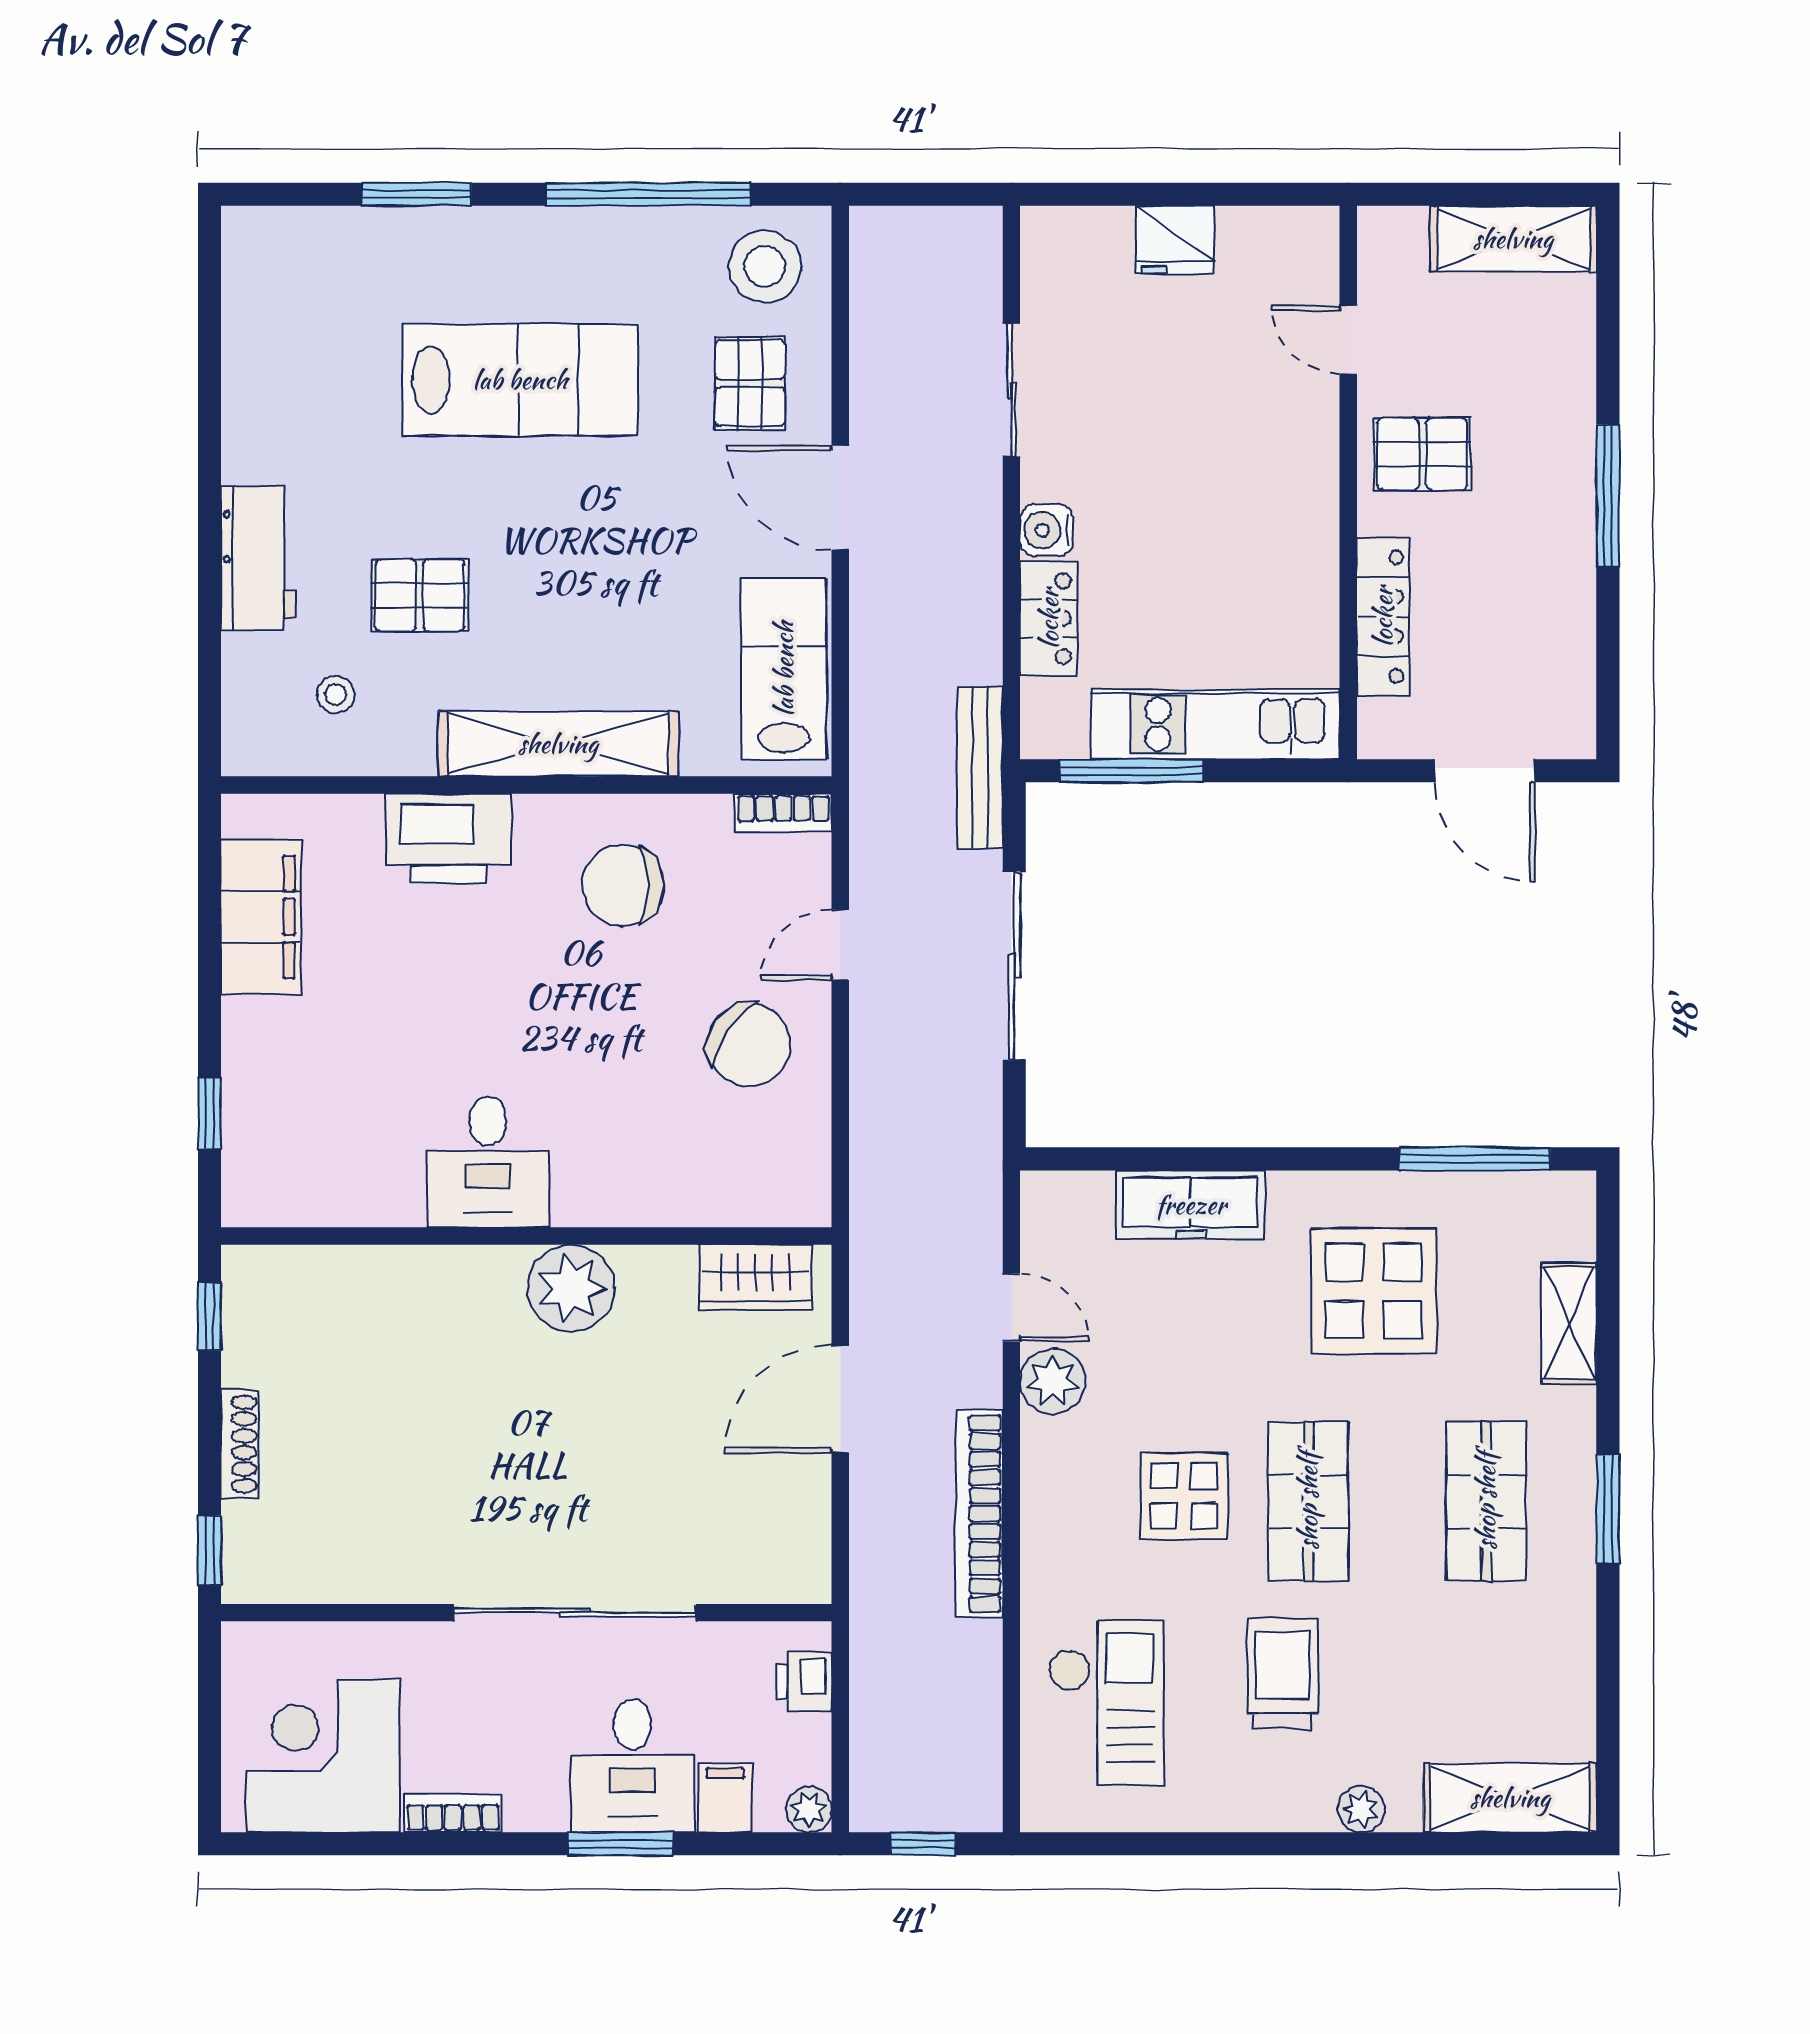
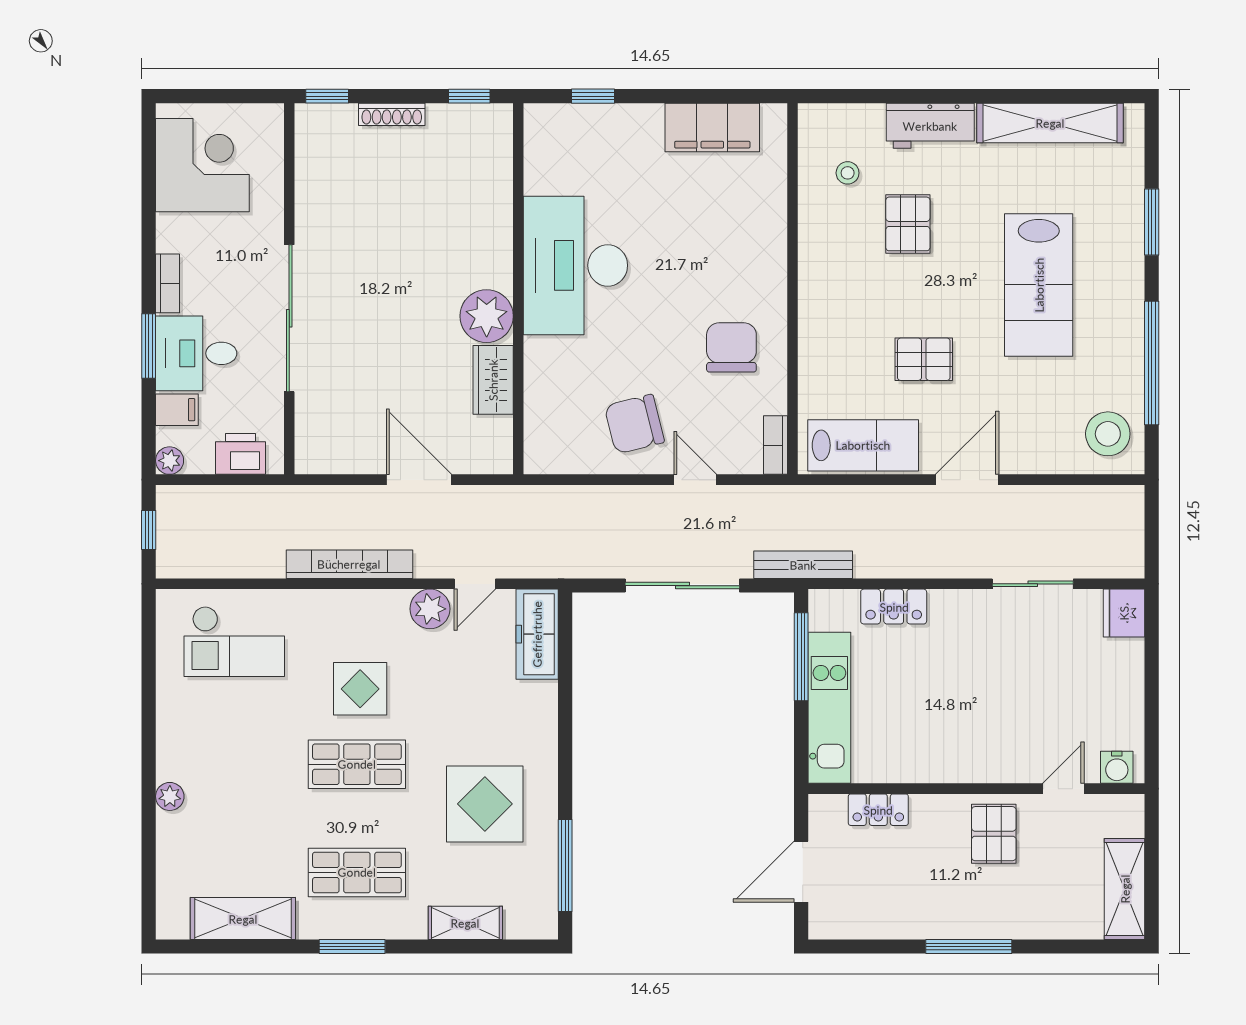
fridge: (1175, 240) -> (1124, 613), moved
pallet: (750, 383) -> (924, 359), moved
water cooler: (1047, 530) -> (1117, 767), moved, turned 180
locker: (1383, 617) -> (878, 810), width x0.66
shelving: (558, 744) -> (1050, 123), moved, turned 90
printer: (448, 838) -> (760, 241), removed
chair: (749, 1045) -> (634, 424), turned 41
desk: (488, 1162) -> (575, 265), width x1.87, depth x1.30
freezer: (1191, 1205) -> (537, 634), moved
wardrobe: (755, 1277) -> (493, 380), moved
trolley: (1283, 1673) -> (252, 749), removed
printer: (804, 1682) -> (241, 454), width x1.36, depth x1.24
shelving: (1510, 1798) -> (243, 919), moved, turned 90
bookcase: (453, 1813) -> (167, 283), moved

